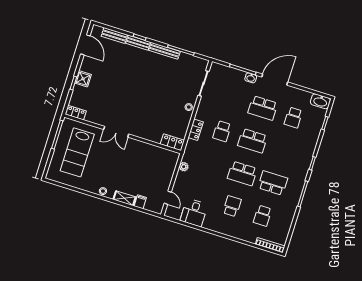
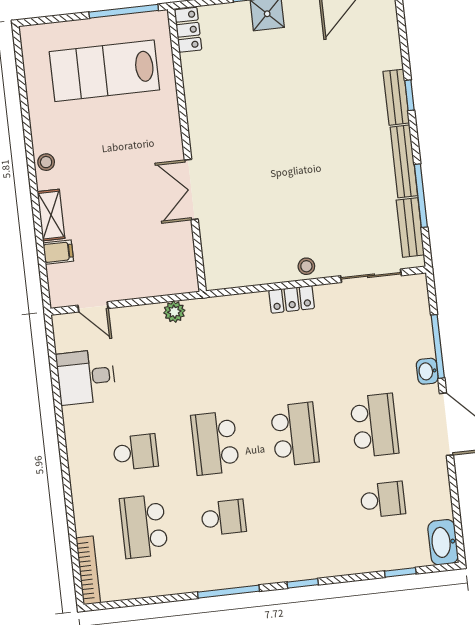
bench: (114, 36) -> (410, 227), moved
school desk: (263, 108) -> (374, 425), turned 180
school desk: (293, 118) -> (383, 500), turned 180
locker: (196, 130) -> (292, 299), moved
school desk: (222, 131) -> (286, 360), removed
double door: (116, 132) -> (191, 190), moved
school desk: (253, 141) -> (295, 434), turned 180
locker: (172, 142) -> (216, 264), removed
school desk: (273, 183) -> (223, 517), width x0.54
door: (168, 198) -> (93, 307), hinge flipped
school desk: (263, 216) -> (144, 526), width x1.85

